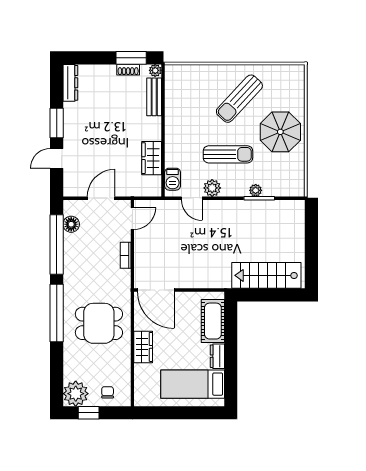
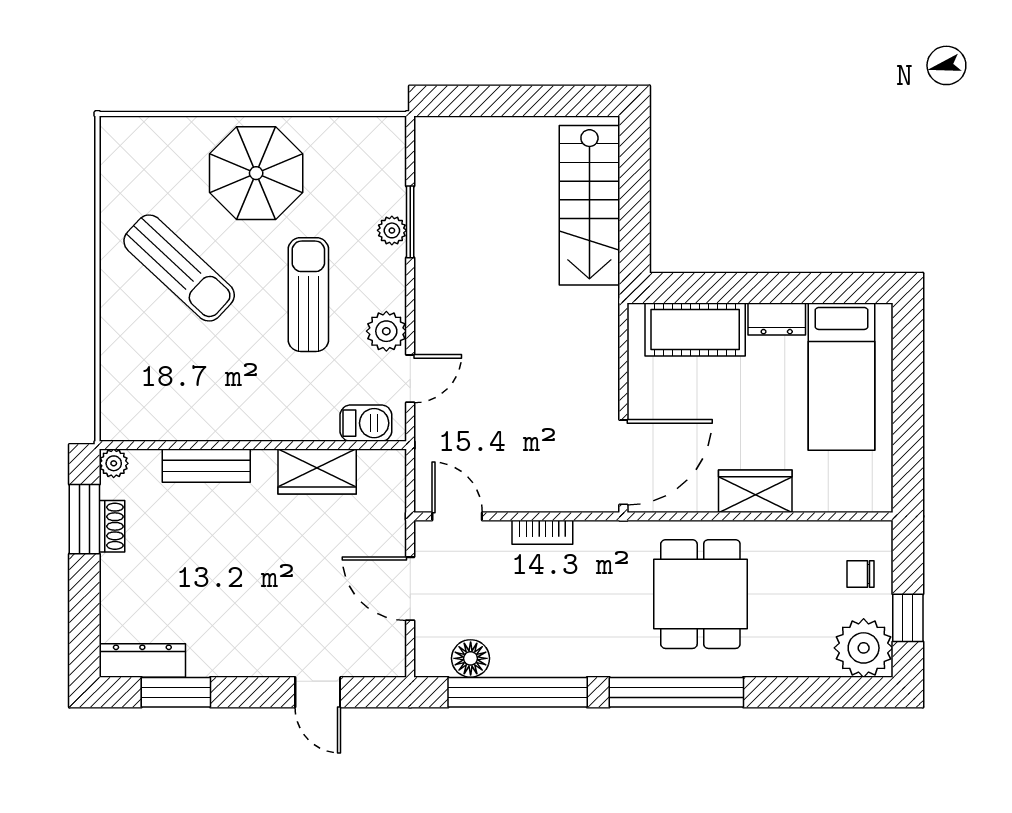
bench: (154, 97) -> (206, 466), moved
window: (57, 123) -> (176, 692), moved

